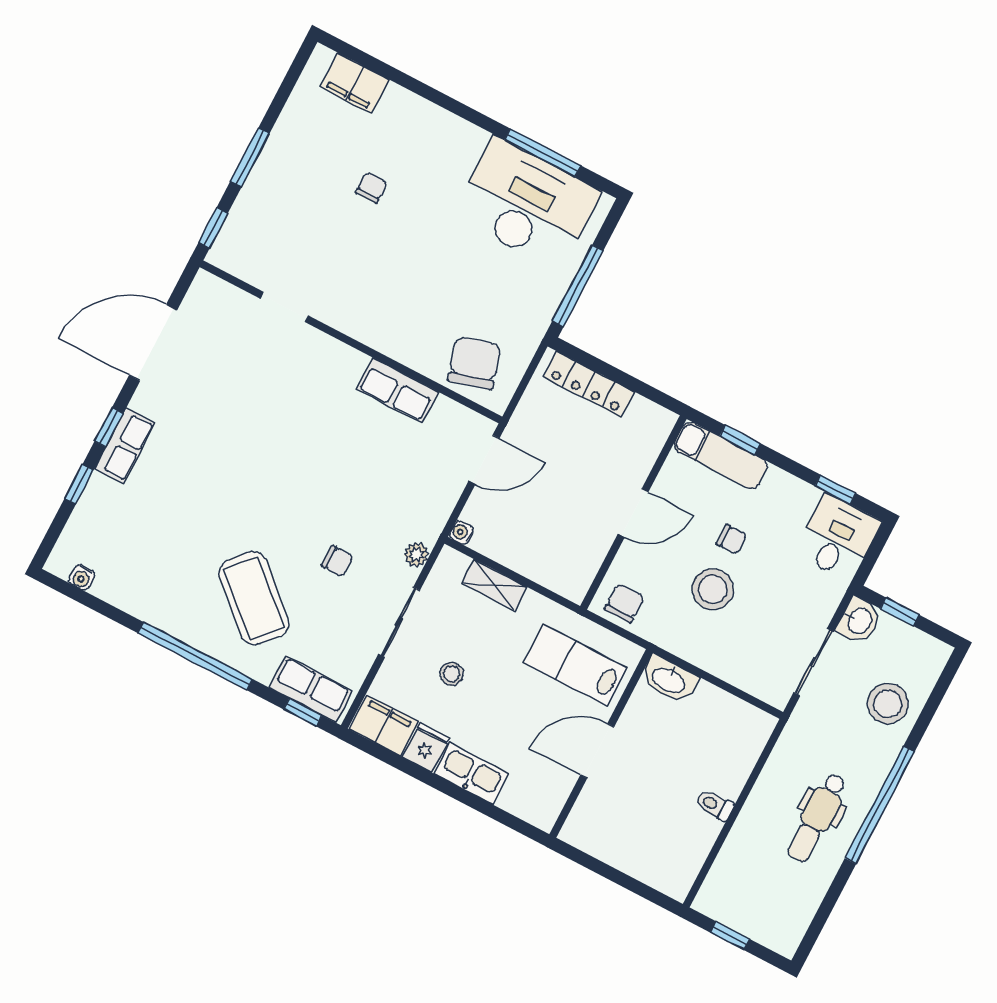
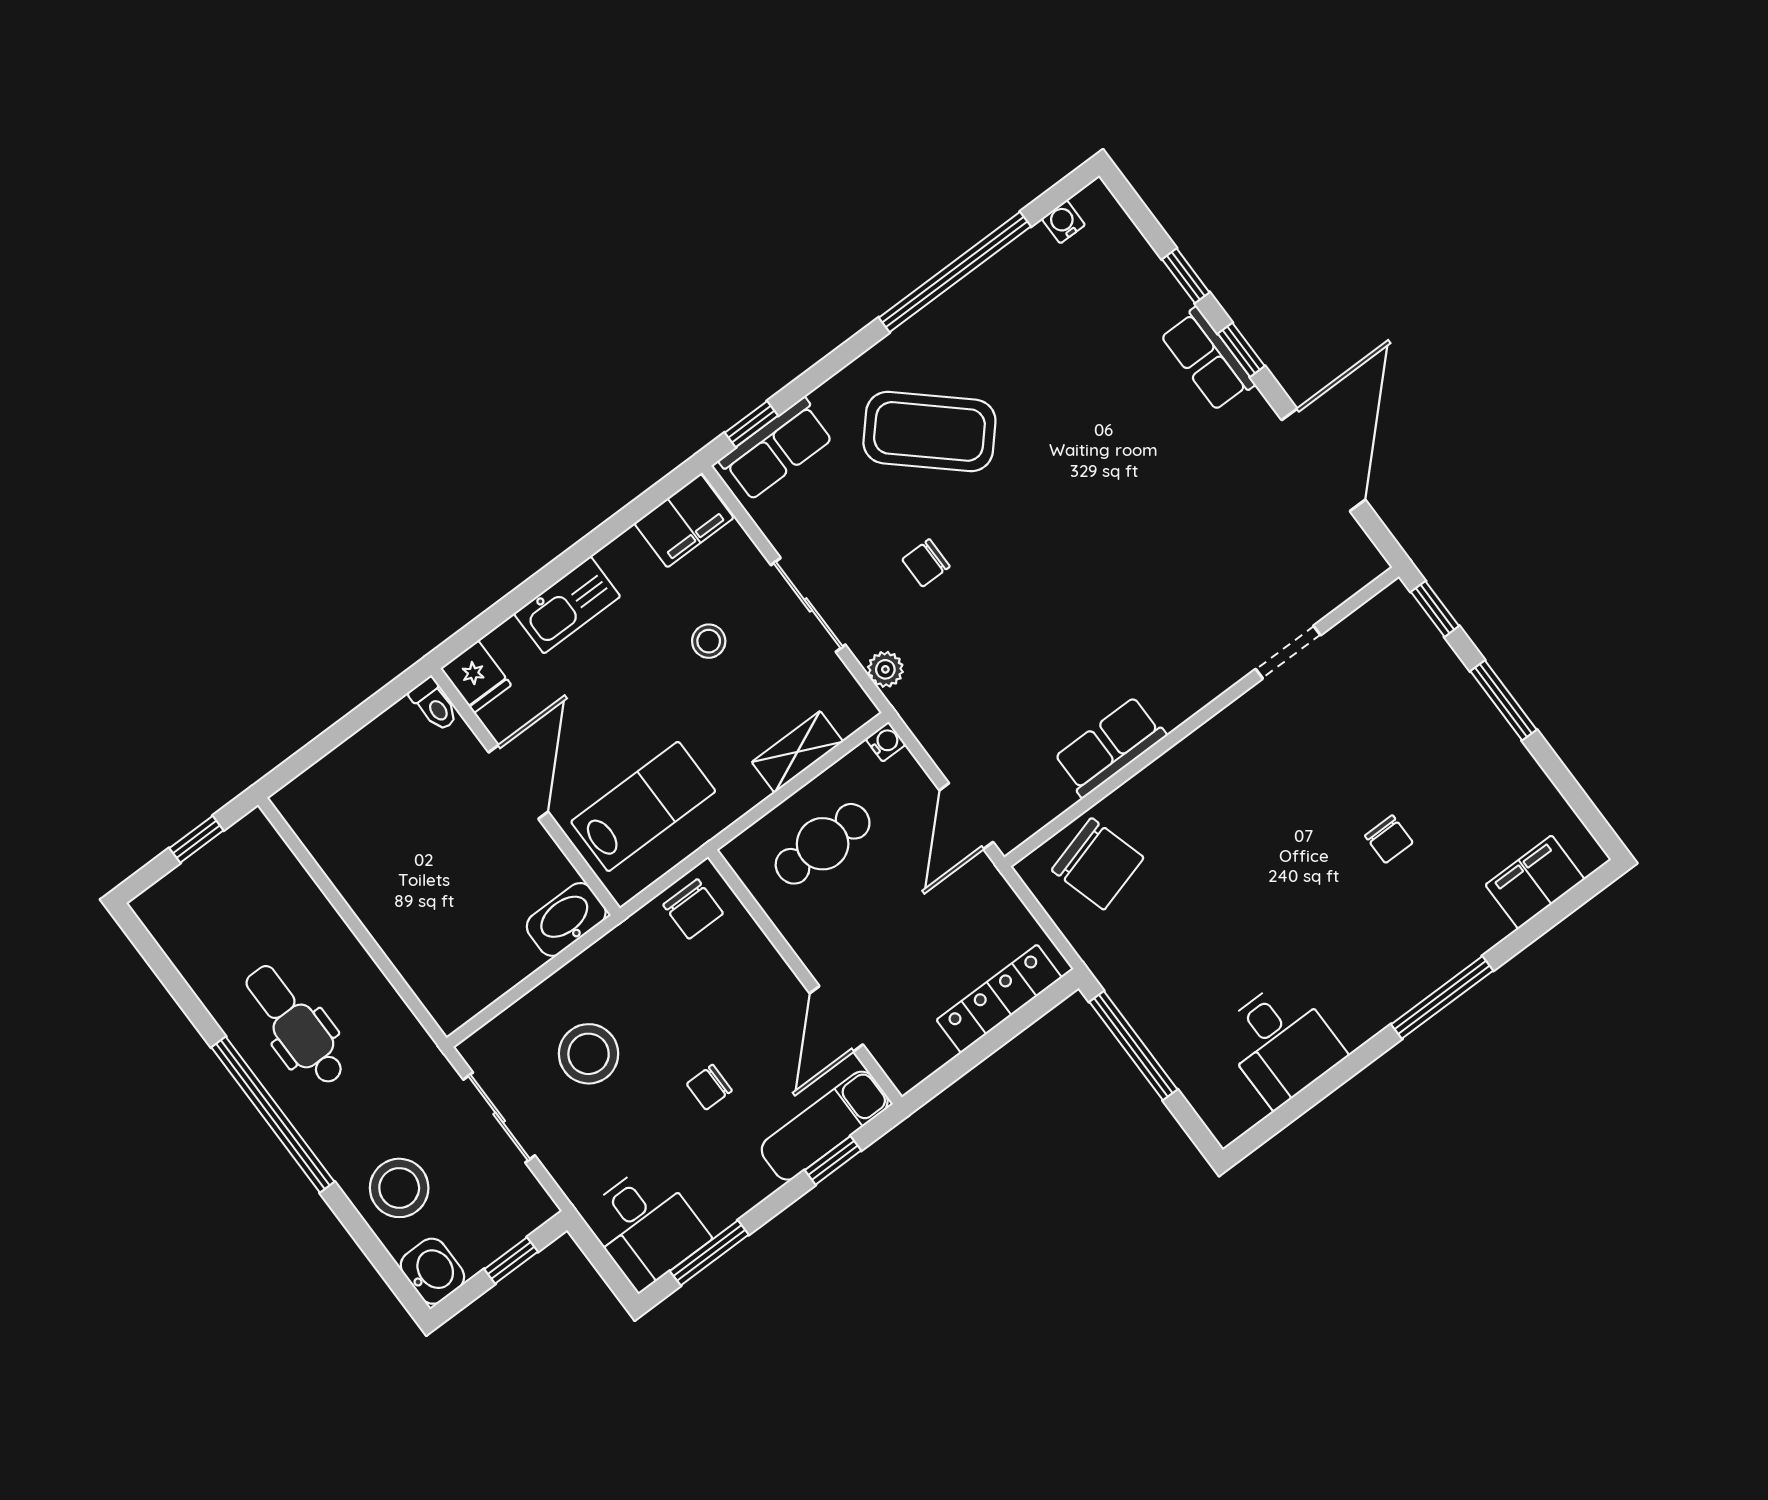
window: (543, 153) -> (1442, 997), moved
desk: (527, 203) -> (1281, 1043), width x0.53, depth x0.77
window: (835, 490) -> (709, 1253), width x1.50
door: (633, 513) -> (836, 1019), moved
cafe table: (545, 542) -> (823, 844), added
stool: (713, 589) -> (589, 1054), moved
washbasin: (859, 621) -> (432, 1271), moved, turned 180
window: (195, 656) -> (955, 272), moved
fridge: (426, 748) -> (476, 677), moved
toilet: (715, 805) -> (434, 705), moved, turned 90

